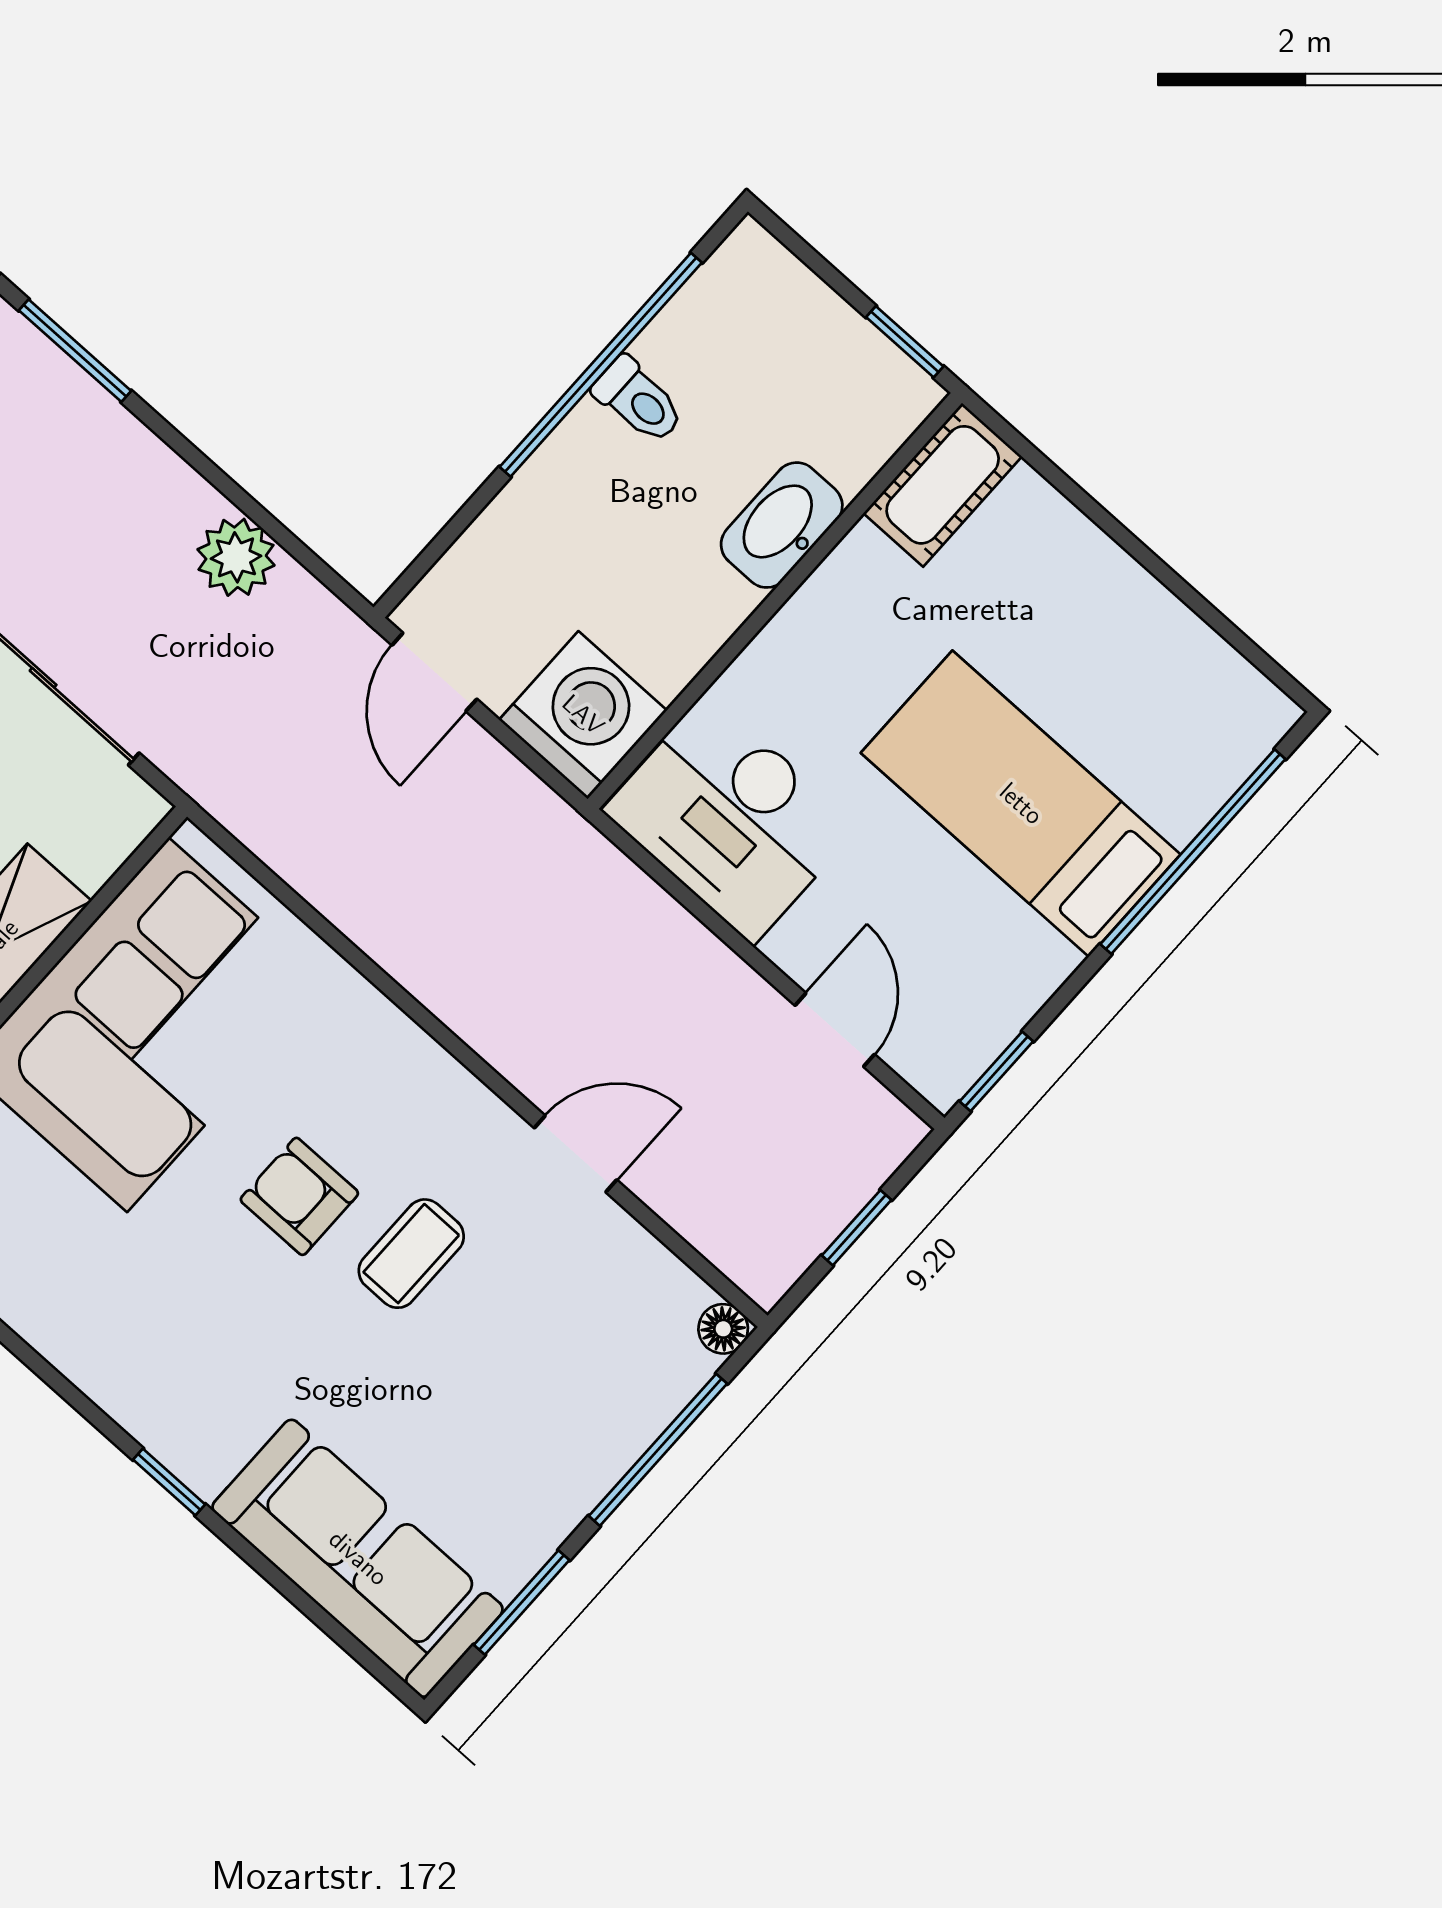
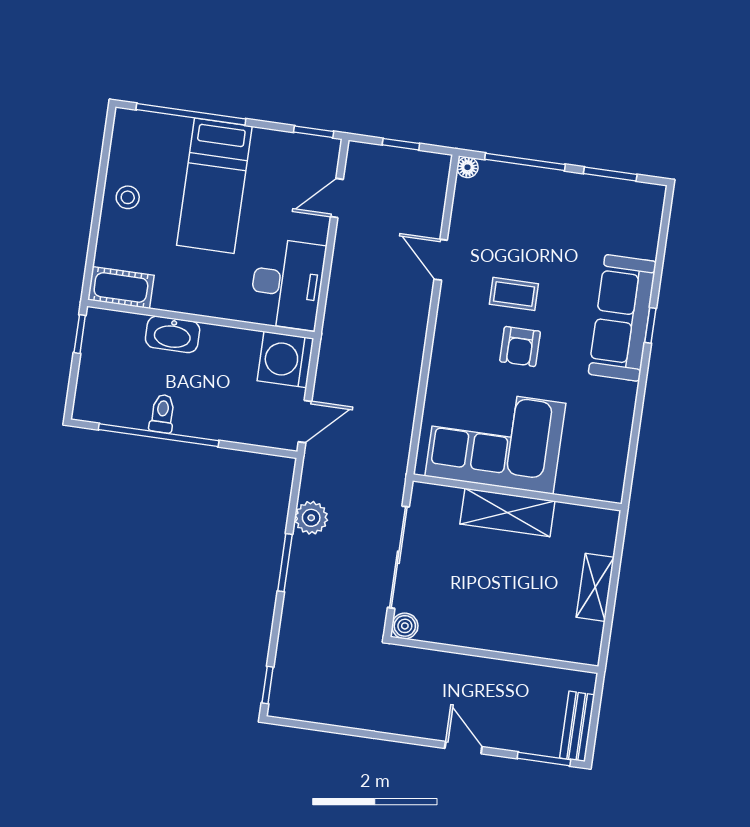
window: (75, 351) -> (285, 563), moved
stool: (1112, 617) -> (128, 197), added
sofa: (358, 1558) -> (622, 318), moved

